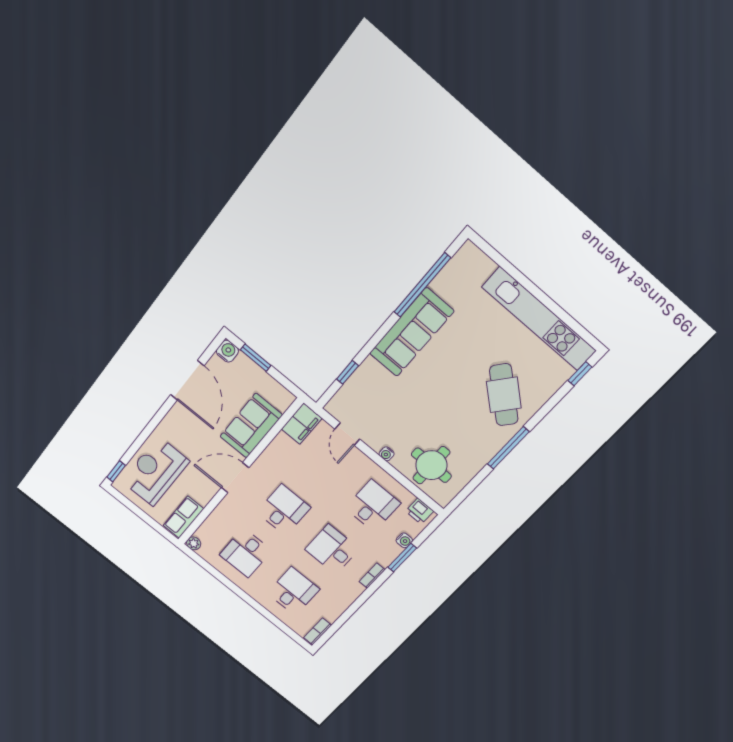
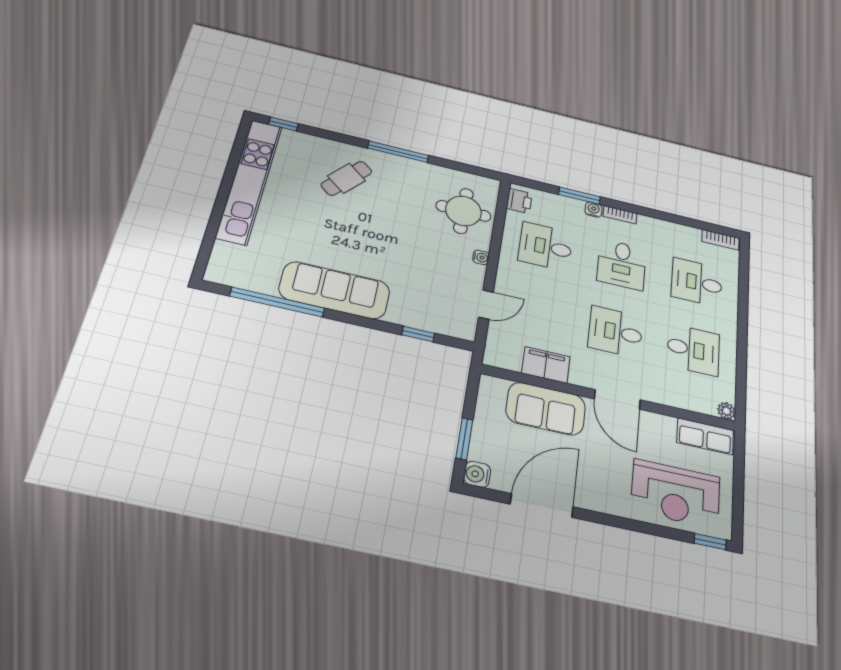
cafe table: (504, 395) -> (347, 178), width x0.73, depth x0.74
filing cabinet: (302, 424) -> (546, 365), moved
water cooler: (404, 540) -> (594, 210), moved

